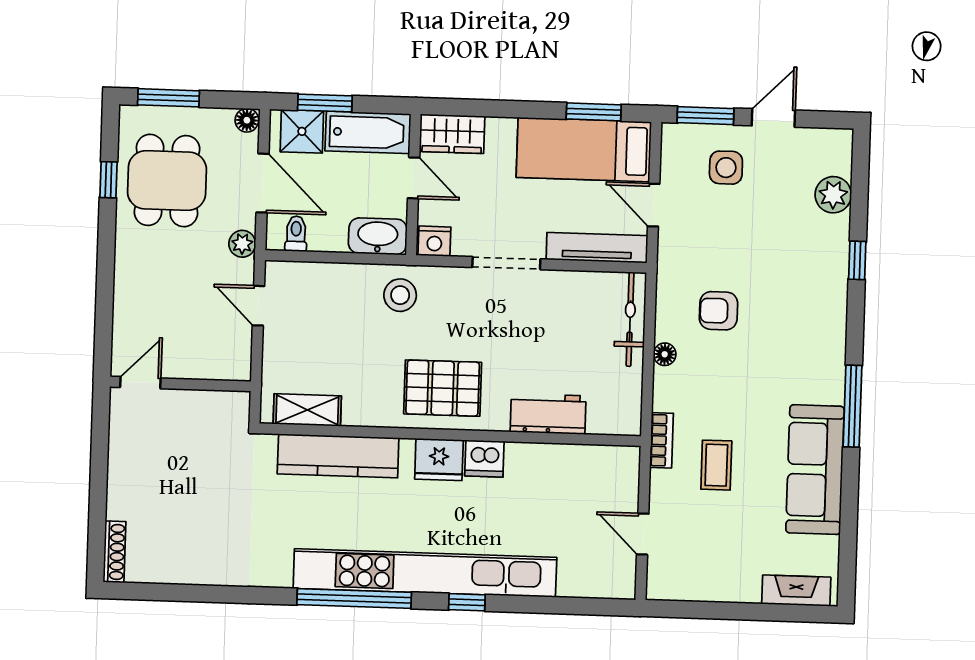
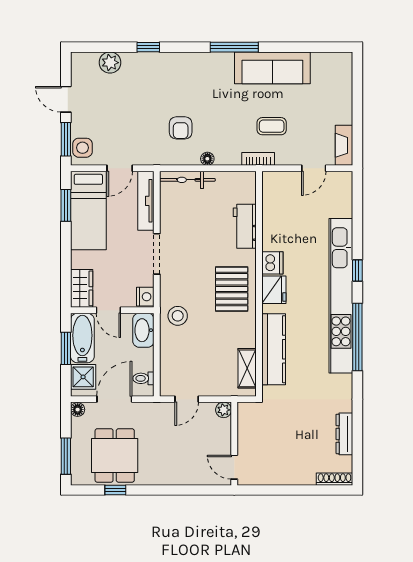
window: (325, 103) -> (66, 348), moved
side table: (726, 168) -> (82, 148), moved
door: (414, 178) -> (108, 310), swing flipped
dining table: (167, 181) -> (115, 455), turned 90
plant: (242, 244) -> (224, 410), moved
dresser: (191, 571) -> (344, 434), added
fireplace: (796, 591) -> (344, 145), moved

